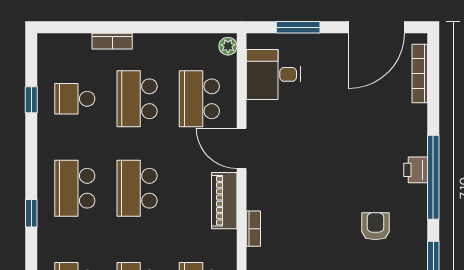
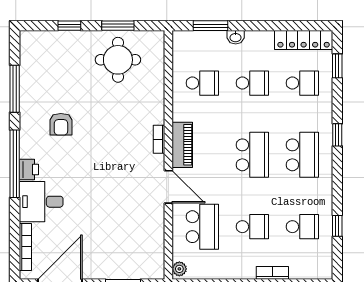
desk: (273, 74) -> (41, 202), moved, turned 180
school desk: (137, 99) -> (252, 227), width x0.54
bookcase: (253, 229) -> (159, 139), moved

